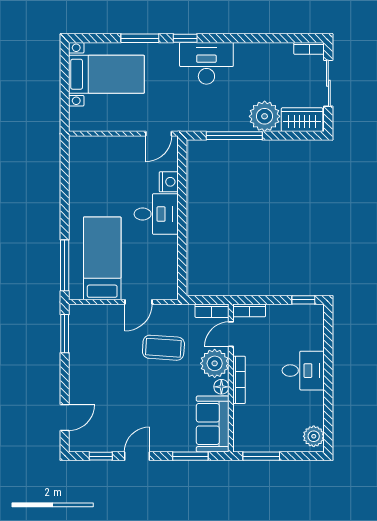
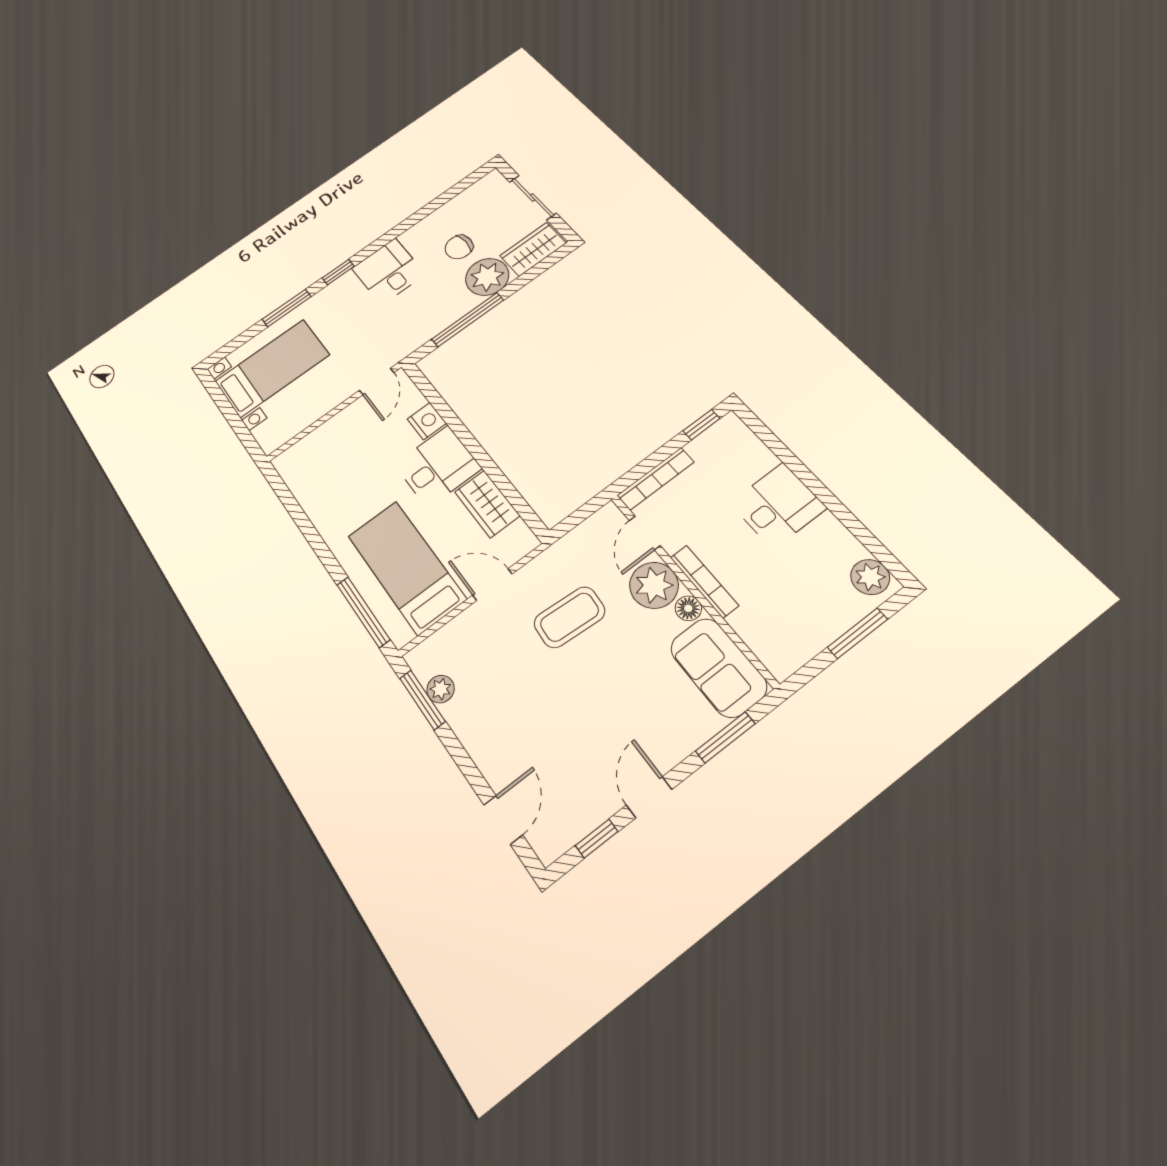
bookcase: (309, 48) -> (484, 184), removed
desk: (206, 63) -> (388, 271), width x0.73
chair: (264, 82) -> (459, 247), added
wardrobe: (166, 256) -> (487, 504), added
door: (138, 302) -> (492, 585), swing flipped
bookcase: (249, 310) -> (656, 479), width x1.56
bookcase: (212, 311) -> (597, 524), removed
plant: (77, 335) -> (441, 689), added
window: (261, 456) -> (857, 633), moved

